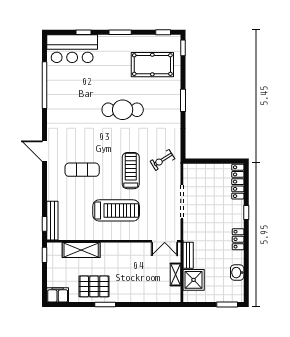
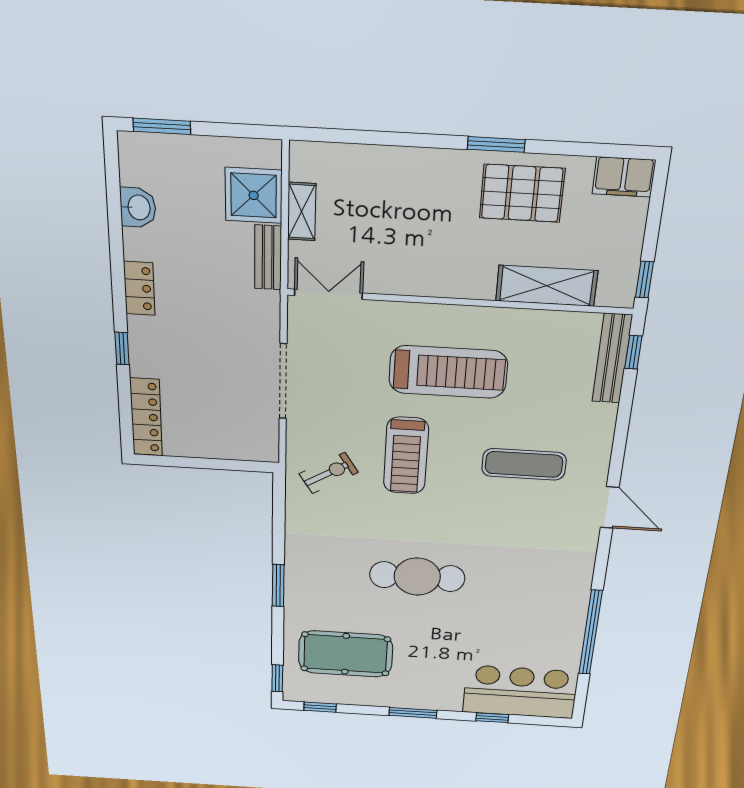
treadmill: (116, 210) -> (448, 372), turned 180

